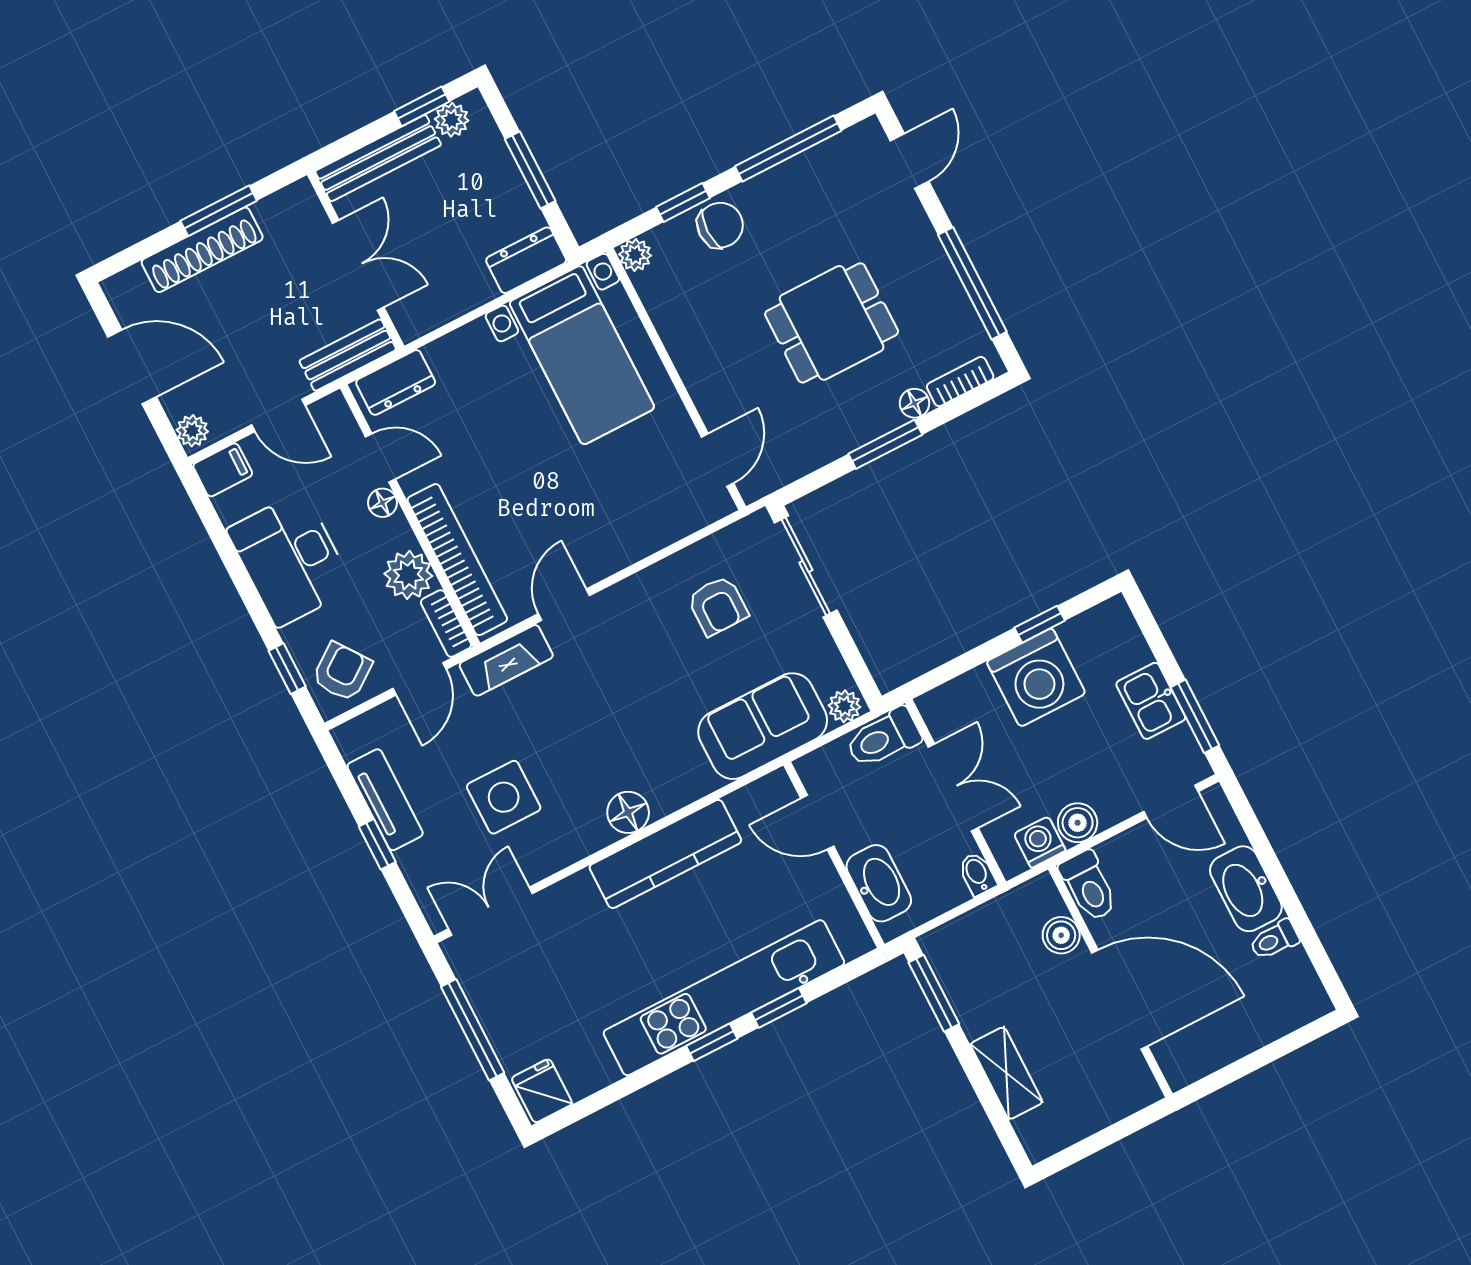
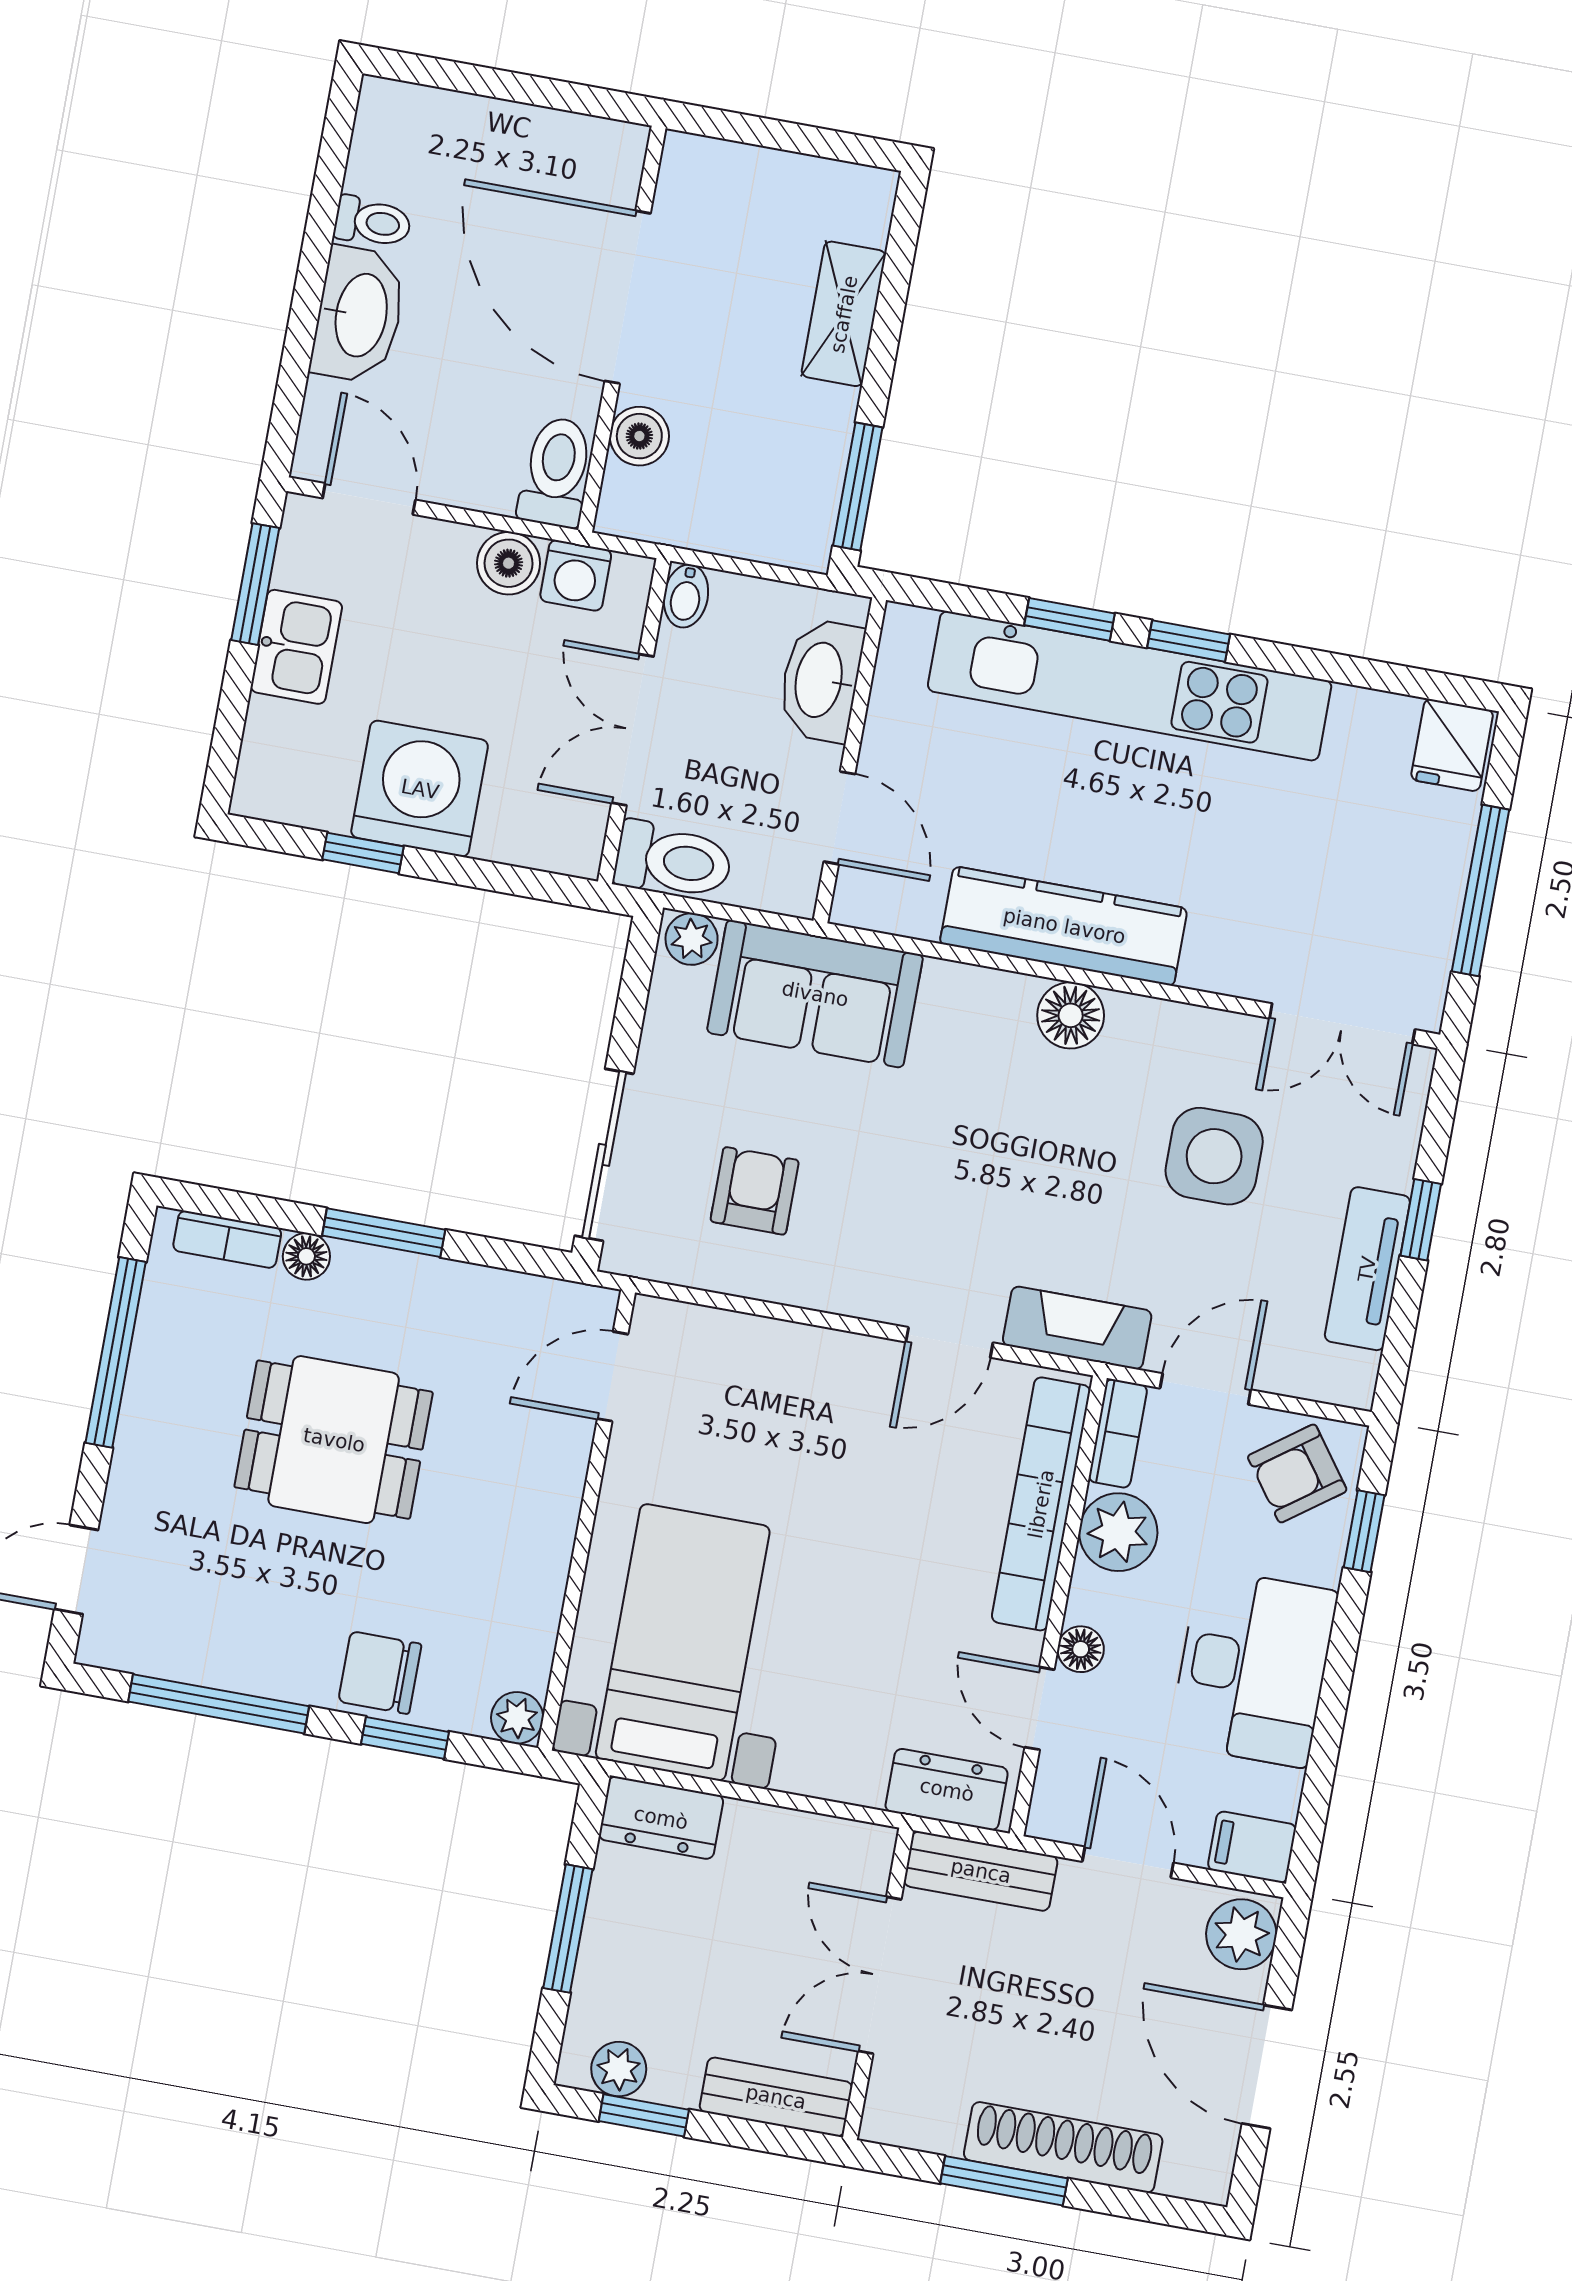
bench: (378, 158) -> (776, 2097), width x0.73
plant: (192, 431) -> (1241, 1934), width x1.38, depth x1.38

